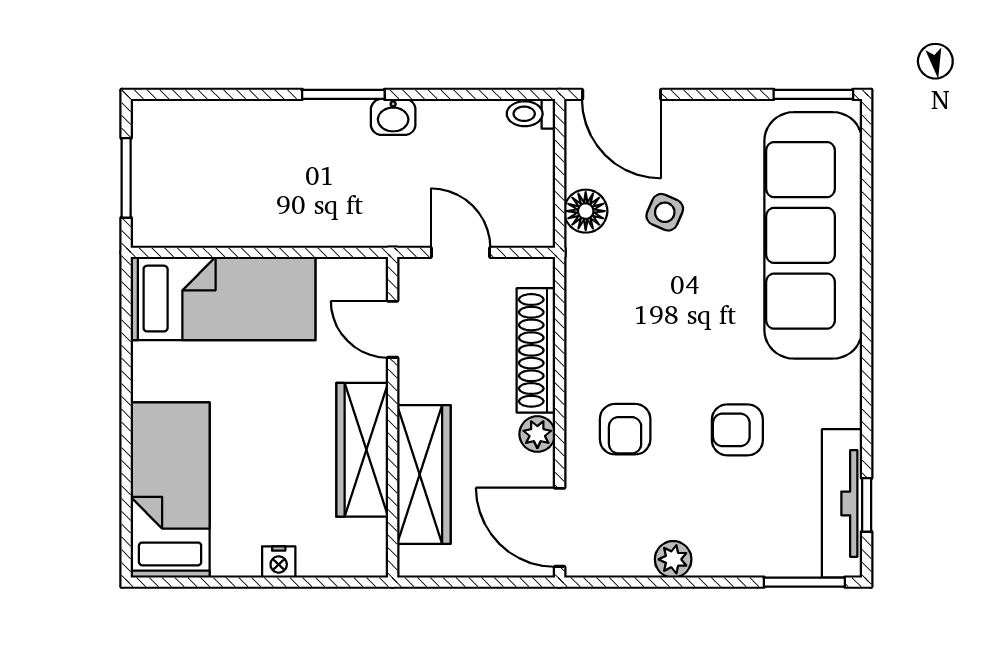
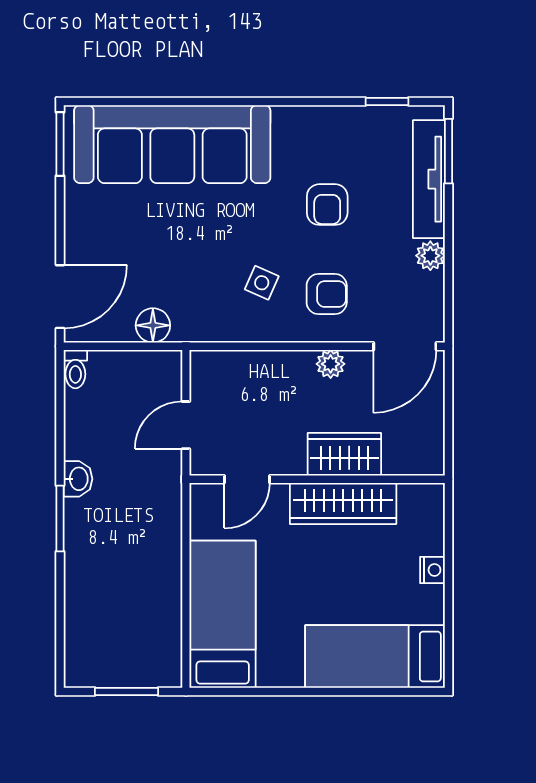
side table: (665, 212) -> (262, 283), moved
shoe rack: (536, 350) -> (264, 365), removed
wardrobe: (424, 474) -> (344, 454), width x0.67
tv unit: (842, 503) -> (429, 179), moved, turned 90

